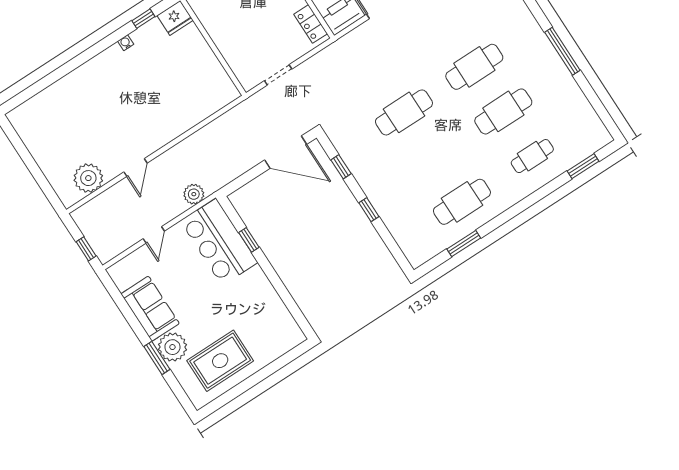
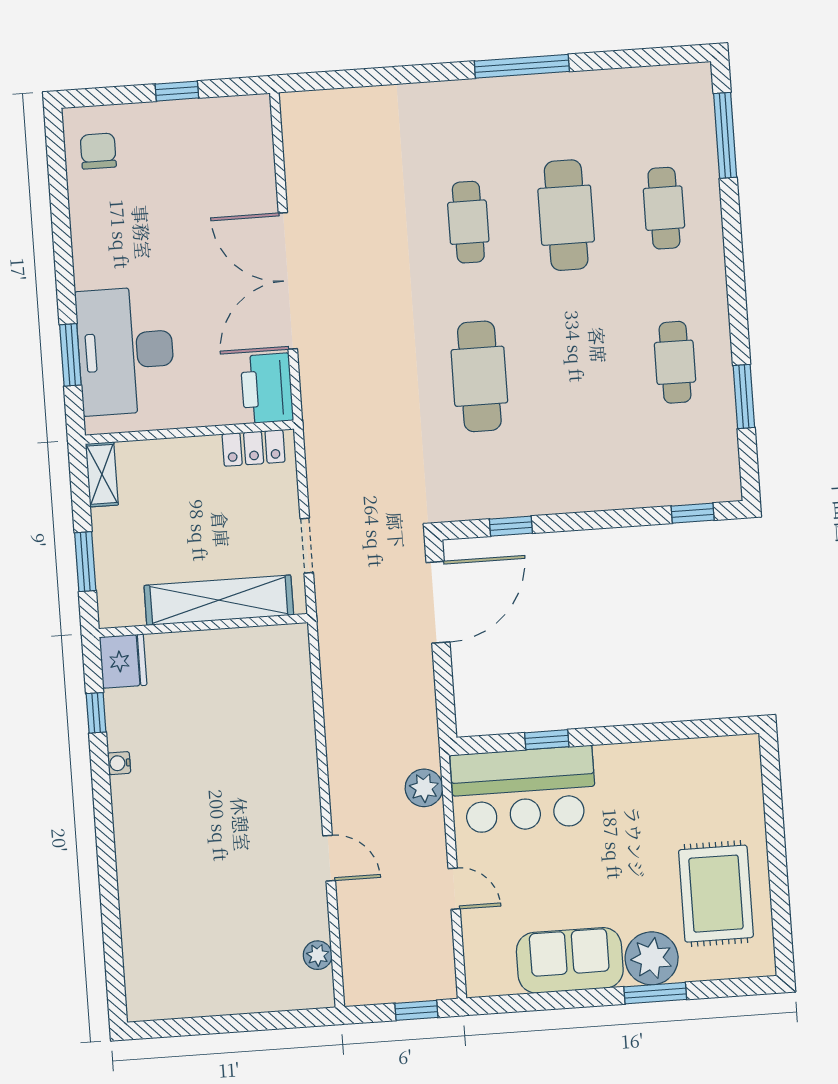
shelving: (229, 47) -> (219, 600), added
cafe table: (474, 67) -> (468, 222), width x0.73, depth x0.74
window: (583, 166) -> (725, 135), width x1.44
plant: (88, 178) -> (318, 955), width x0.53, depth x0.53
cafe table: (462, 202) -> (675, 362), width x0.73, depth x0.74
window: (369, 210) -> (693, 513), moved

